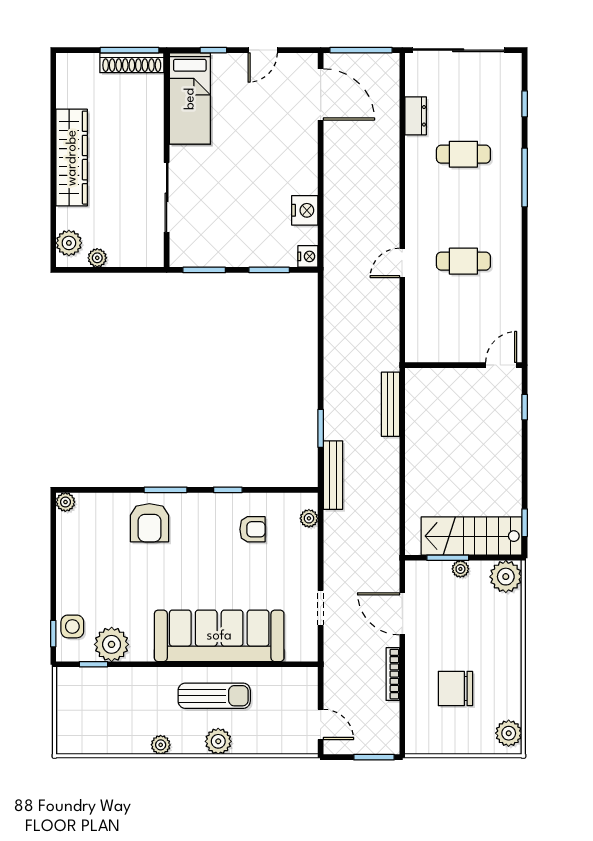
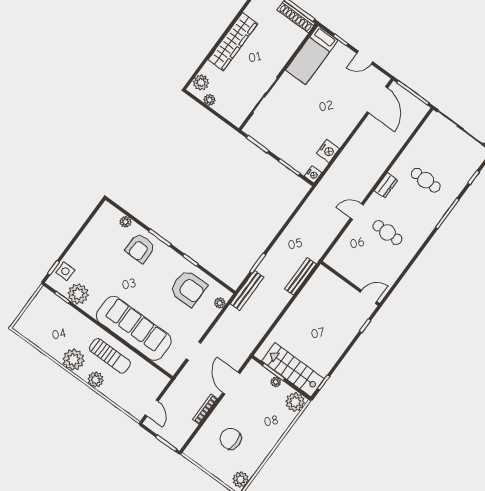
dresser: (416, 116) -> (386, 185), moved
plant: (65, 502) -> (126, 222), moved
armchair: (252, 529) -> (188, 288), width x1.88, depth x1.88
plant: (161, 745) -> (73, 360), width x1.87, depth x1.87

